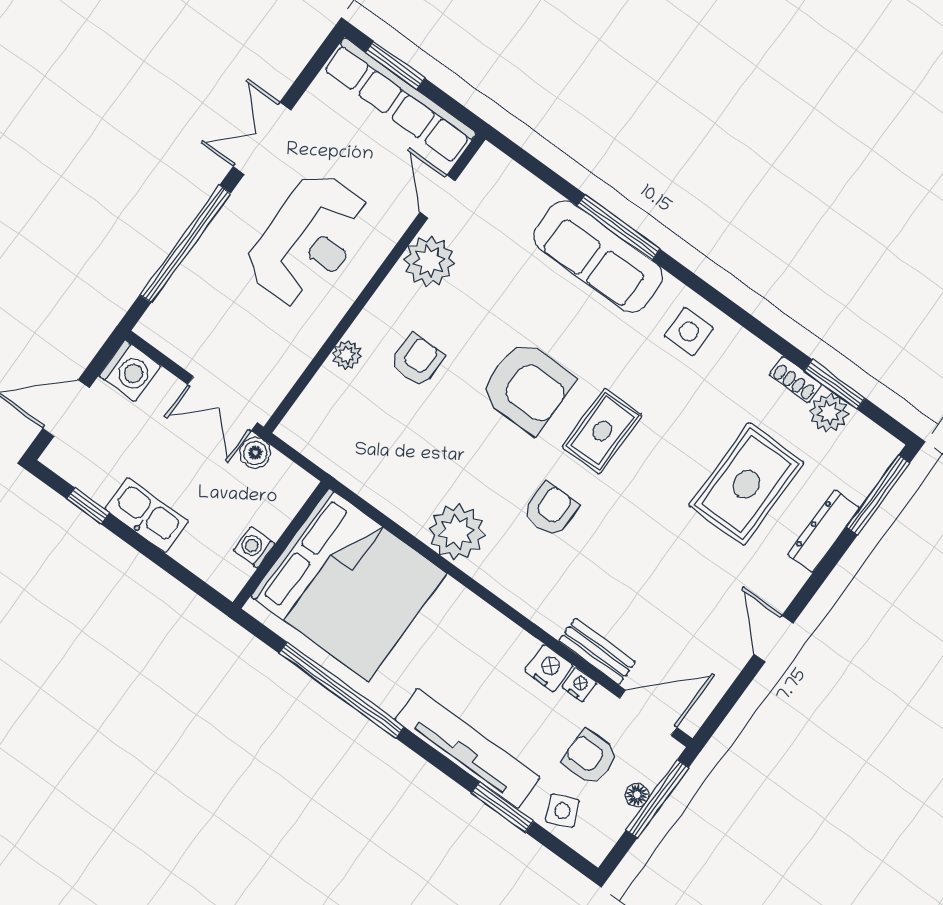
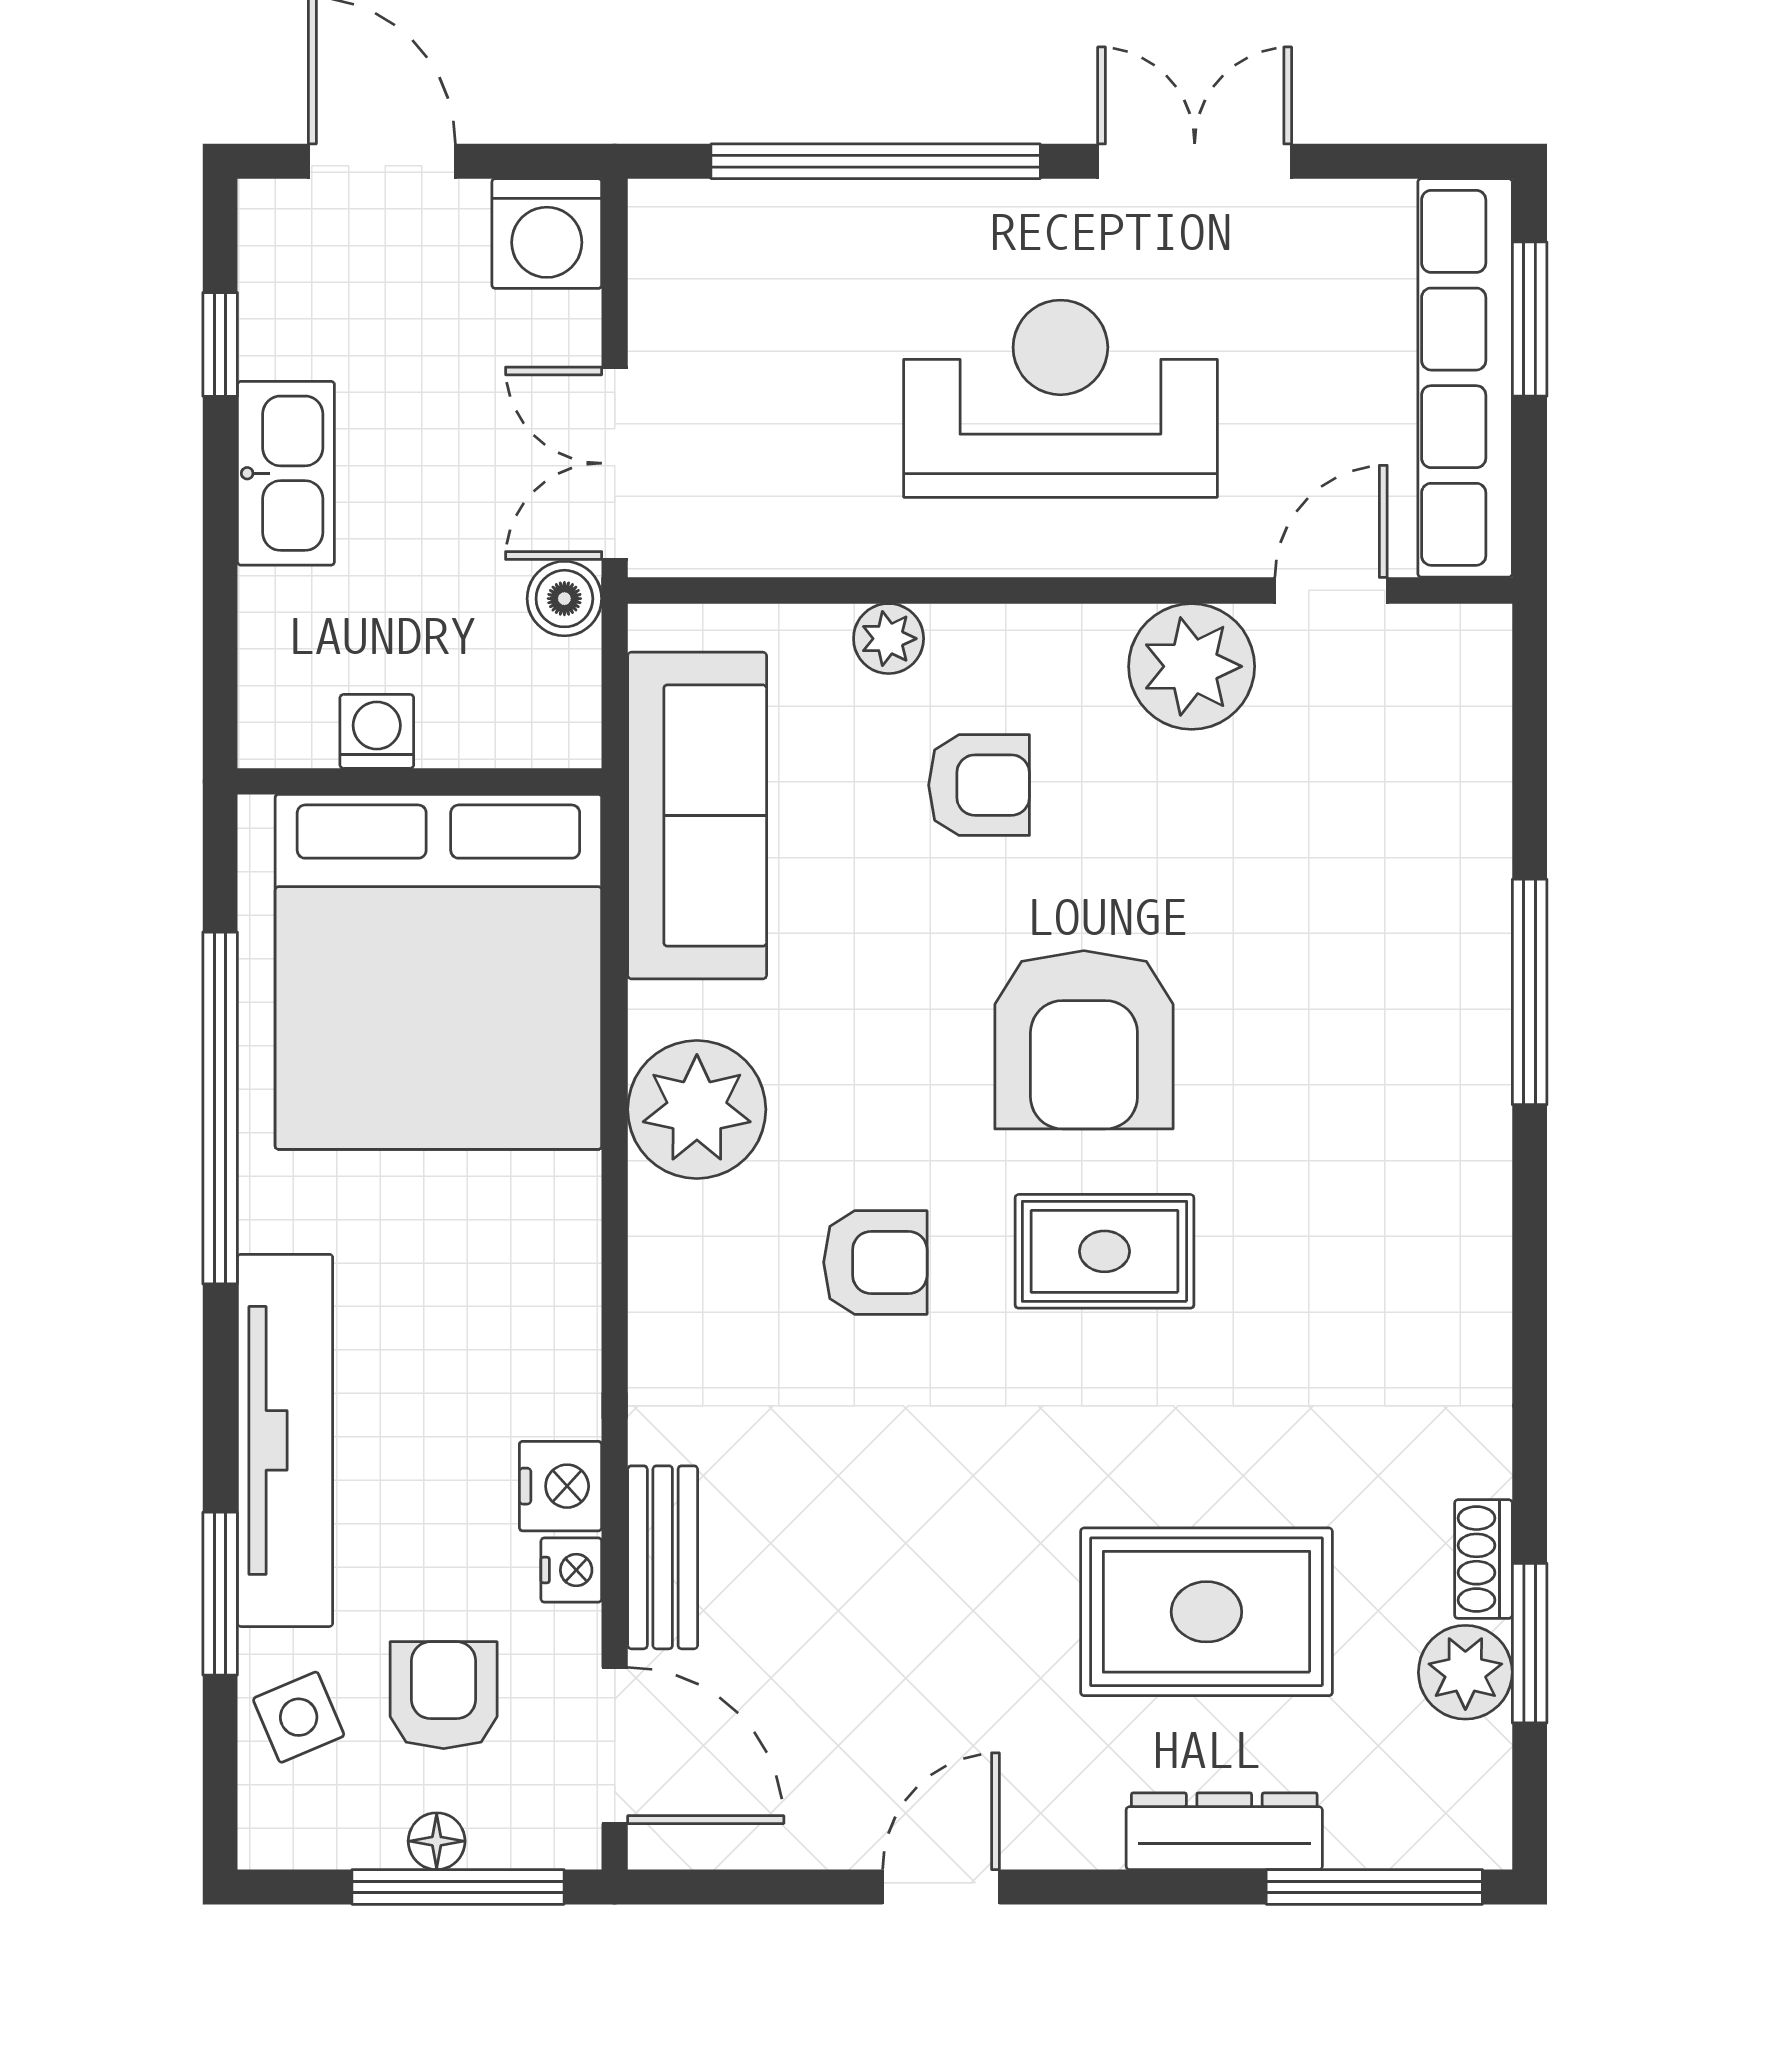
reception desk: (309, 240) -> (1060, 399), turned 180
sofa: (598, 257) -> (697, 816), moved, turned 180
side table: (689, 332) -> (1425, 1280), removed

